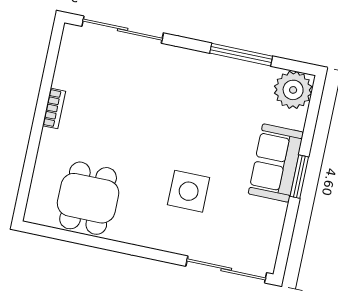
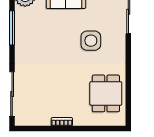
dining table: (88, 198) -> (106, 93), turned 90

